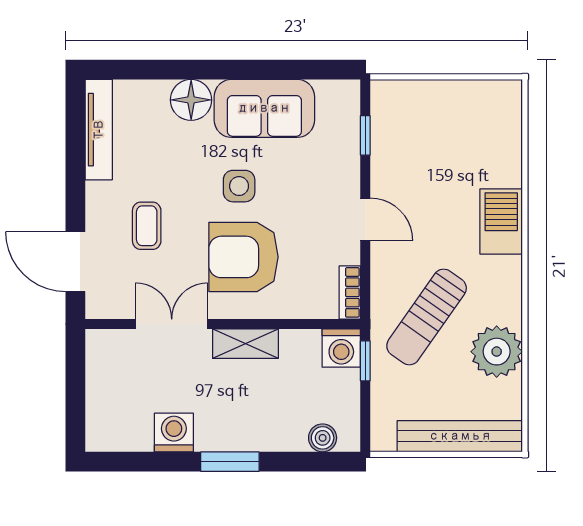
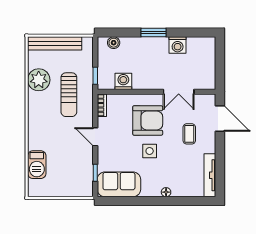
floor lamp: (191, 100) -> (166, 192), width x0.53, depth x0.53
sofa: (264, 108) -> (119, 184), moved
barbecue: (501, 221) -> (37, 165), moved
sun lounger: (427, 317) -> (69, 95), turned 145
shelving: (245, 344) -> (147, 83), removed
washing machine: (341, 348) -> (123, 81), moved

